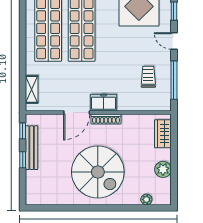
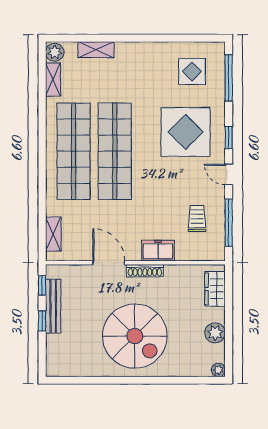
freezer: (103, 103) -> (158, 251), moved
door: (77, 113) -> (109, 263), swing flipped
plant: (146, 199) -> (218, 370), moved

